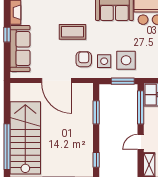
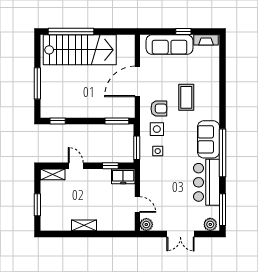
side table: (126, 60) -> (158, 151), width x0.54, depth x0.54
window: (141, 107) -> (110, 166), width x0.46
window: (96, 112) -> (117, 121), moved

